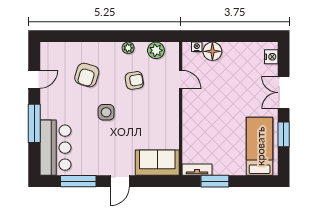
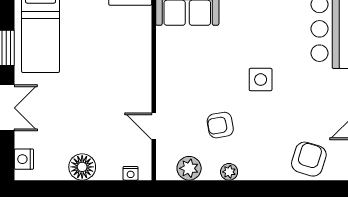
floor lamp: (212, 51) -> (82, 167), moved
armchair: (87, 75) -> (309, 159), moved

